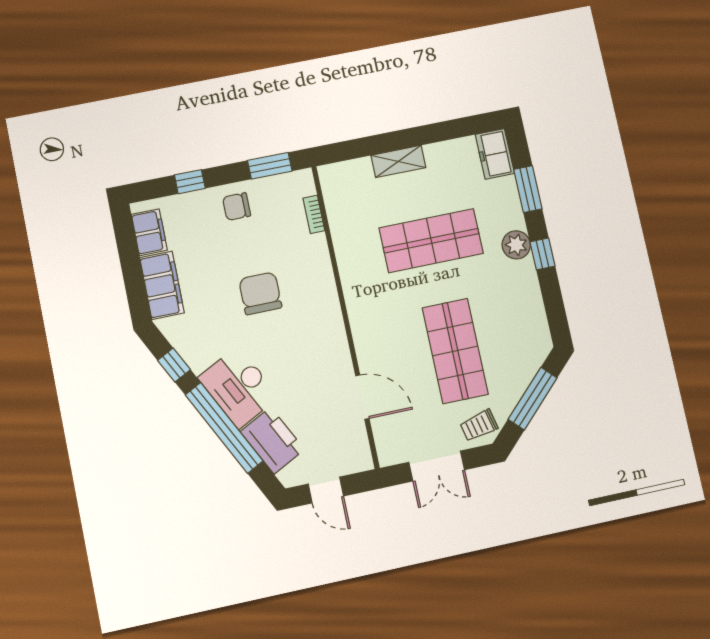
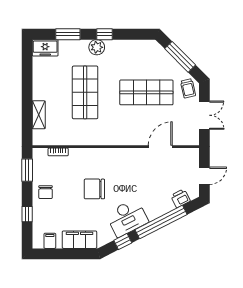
shelving: (398, 161) -> (39, 115), moved
filing cabinet: (149, 232) -> (50, 241), width x0.50
desk: (238, 387) -> (127, 218), moved
printer: (272, 441) -> (180, 198), width x0.53, depth x0.68

